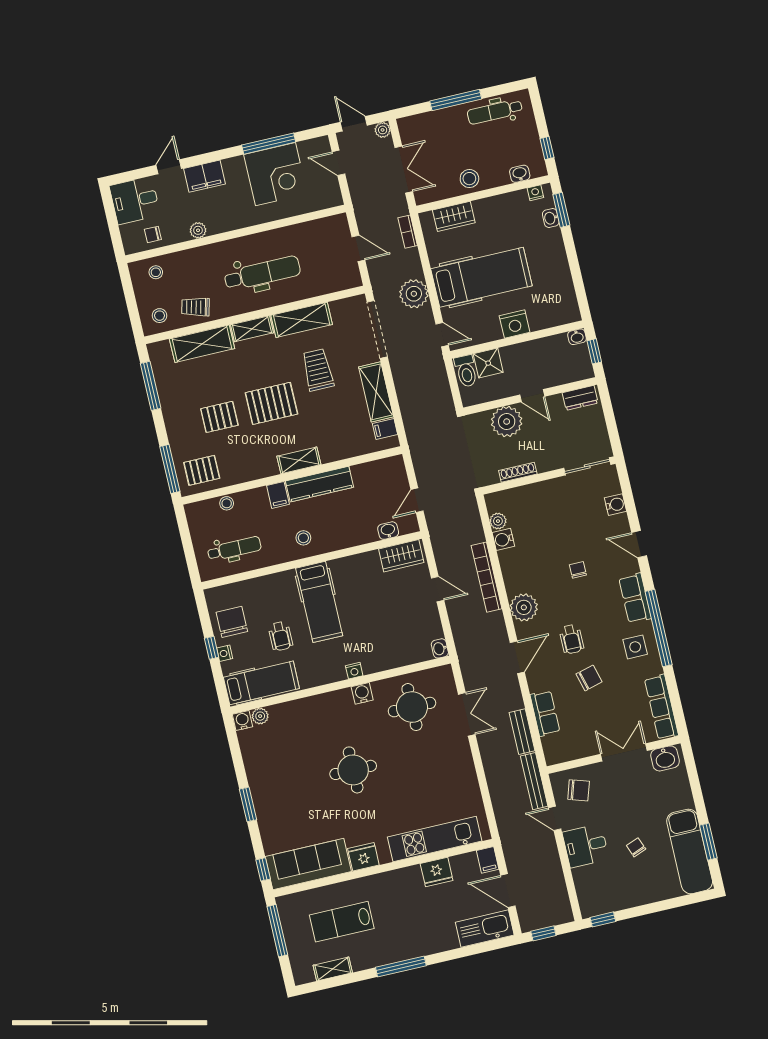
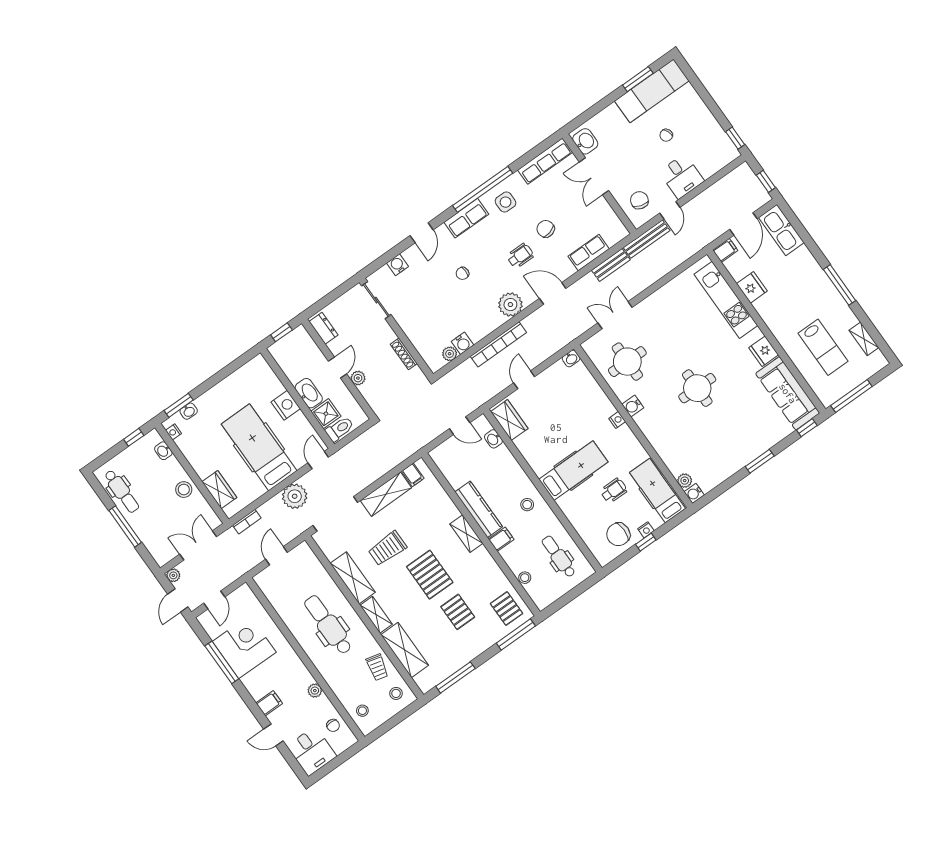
filing cabinet: (205, 176) -> (269, 703), width x0.50
washbasin: (577, 337) -> (309, 393), moved, width x1.91, depth x1.45
plant: (507, 422) -> (358, 378), width x0.53, depth x0.53

